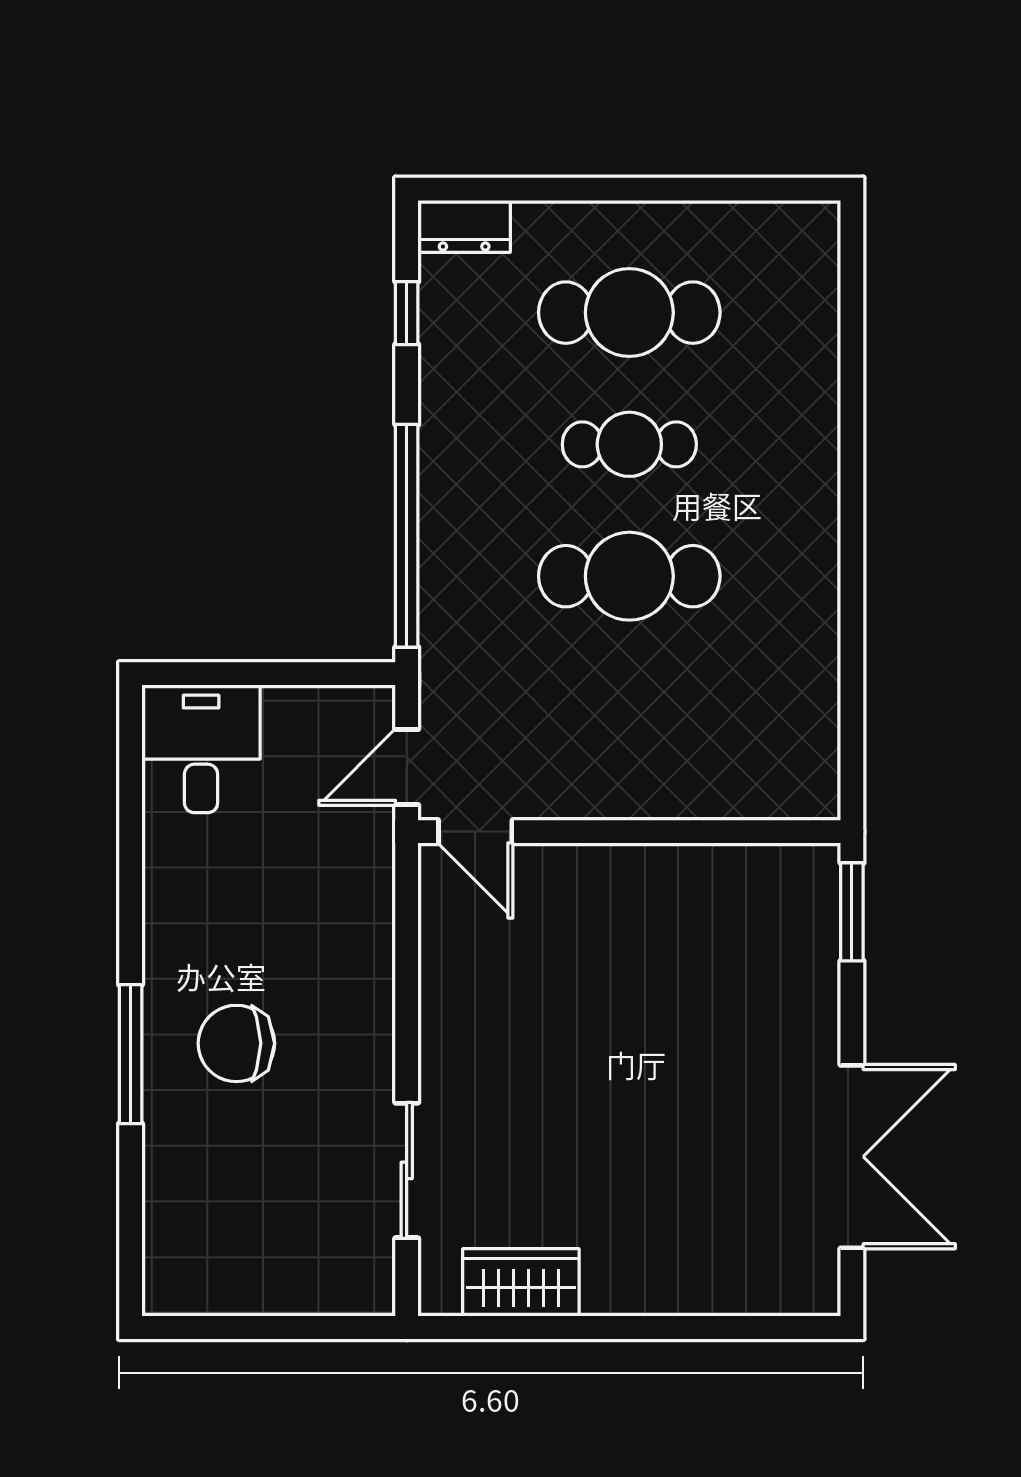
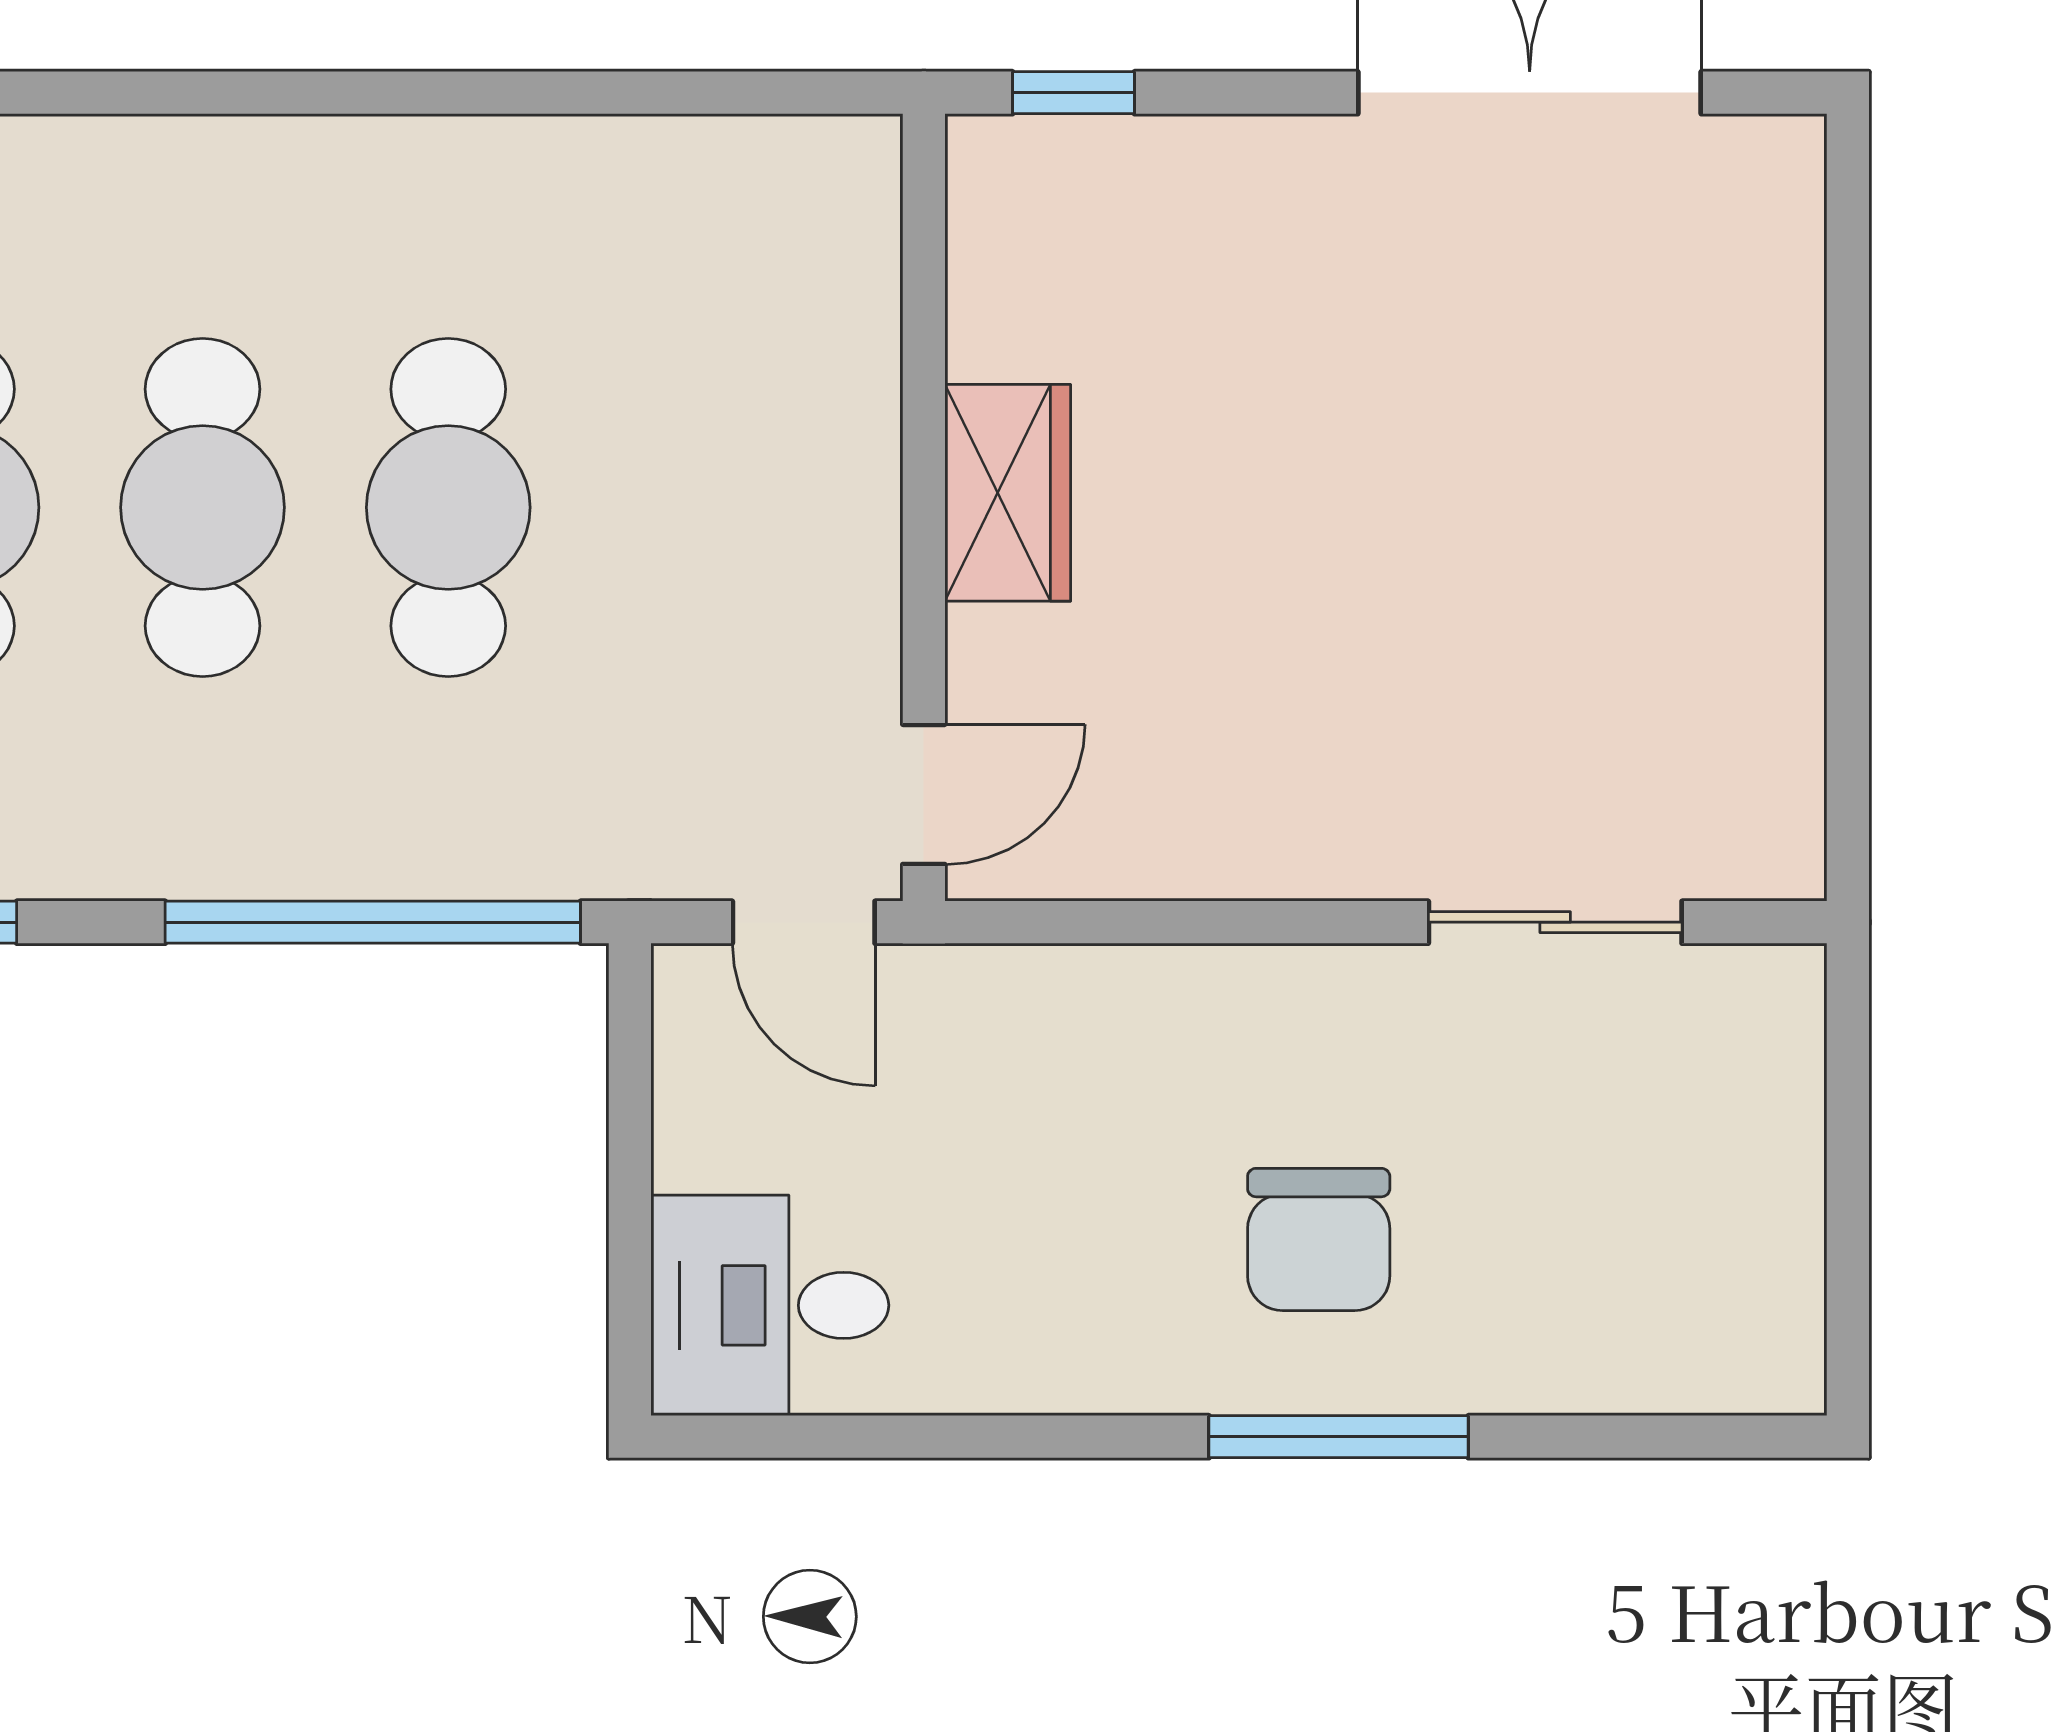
cafe table: (629, 444) -> (203, 507), width x1.37, depth x1.35
window: (852, 912) -> (1074, 93), width x0.67
wardrobe: (521, 1282) -> (1008, 493), moved, turned 180

